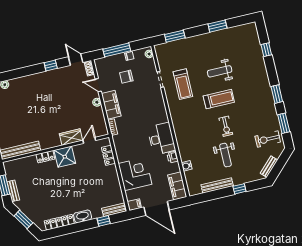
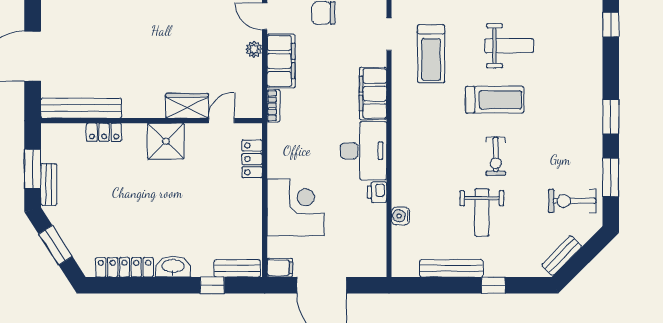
weight bench: (220, 71) -> (509, 46), turned 180
locker: (45, 157) -> (104, 132), moved
filing cabinet: (177, 186) -> (373, 94), moved

